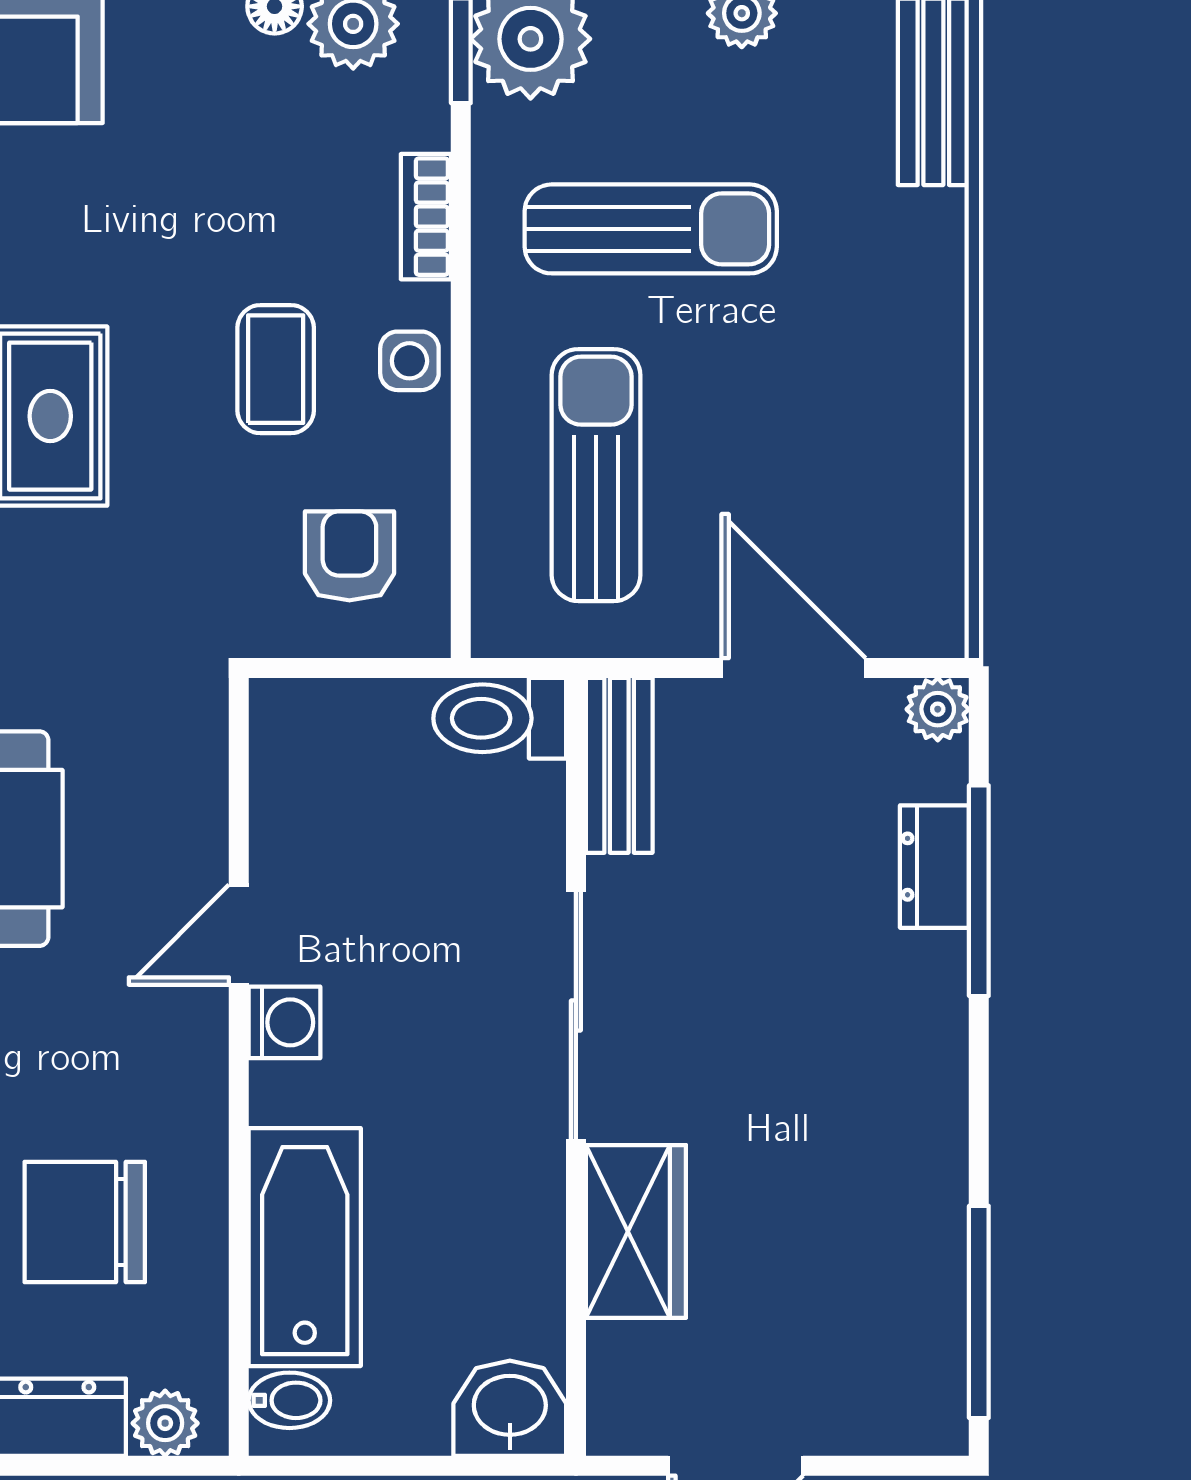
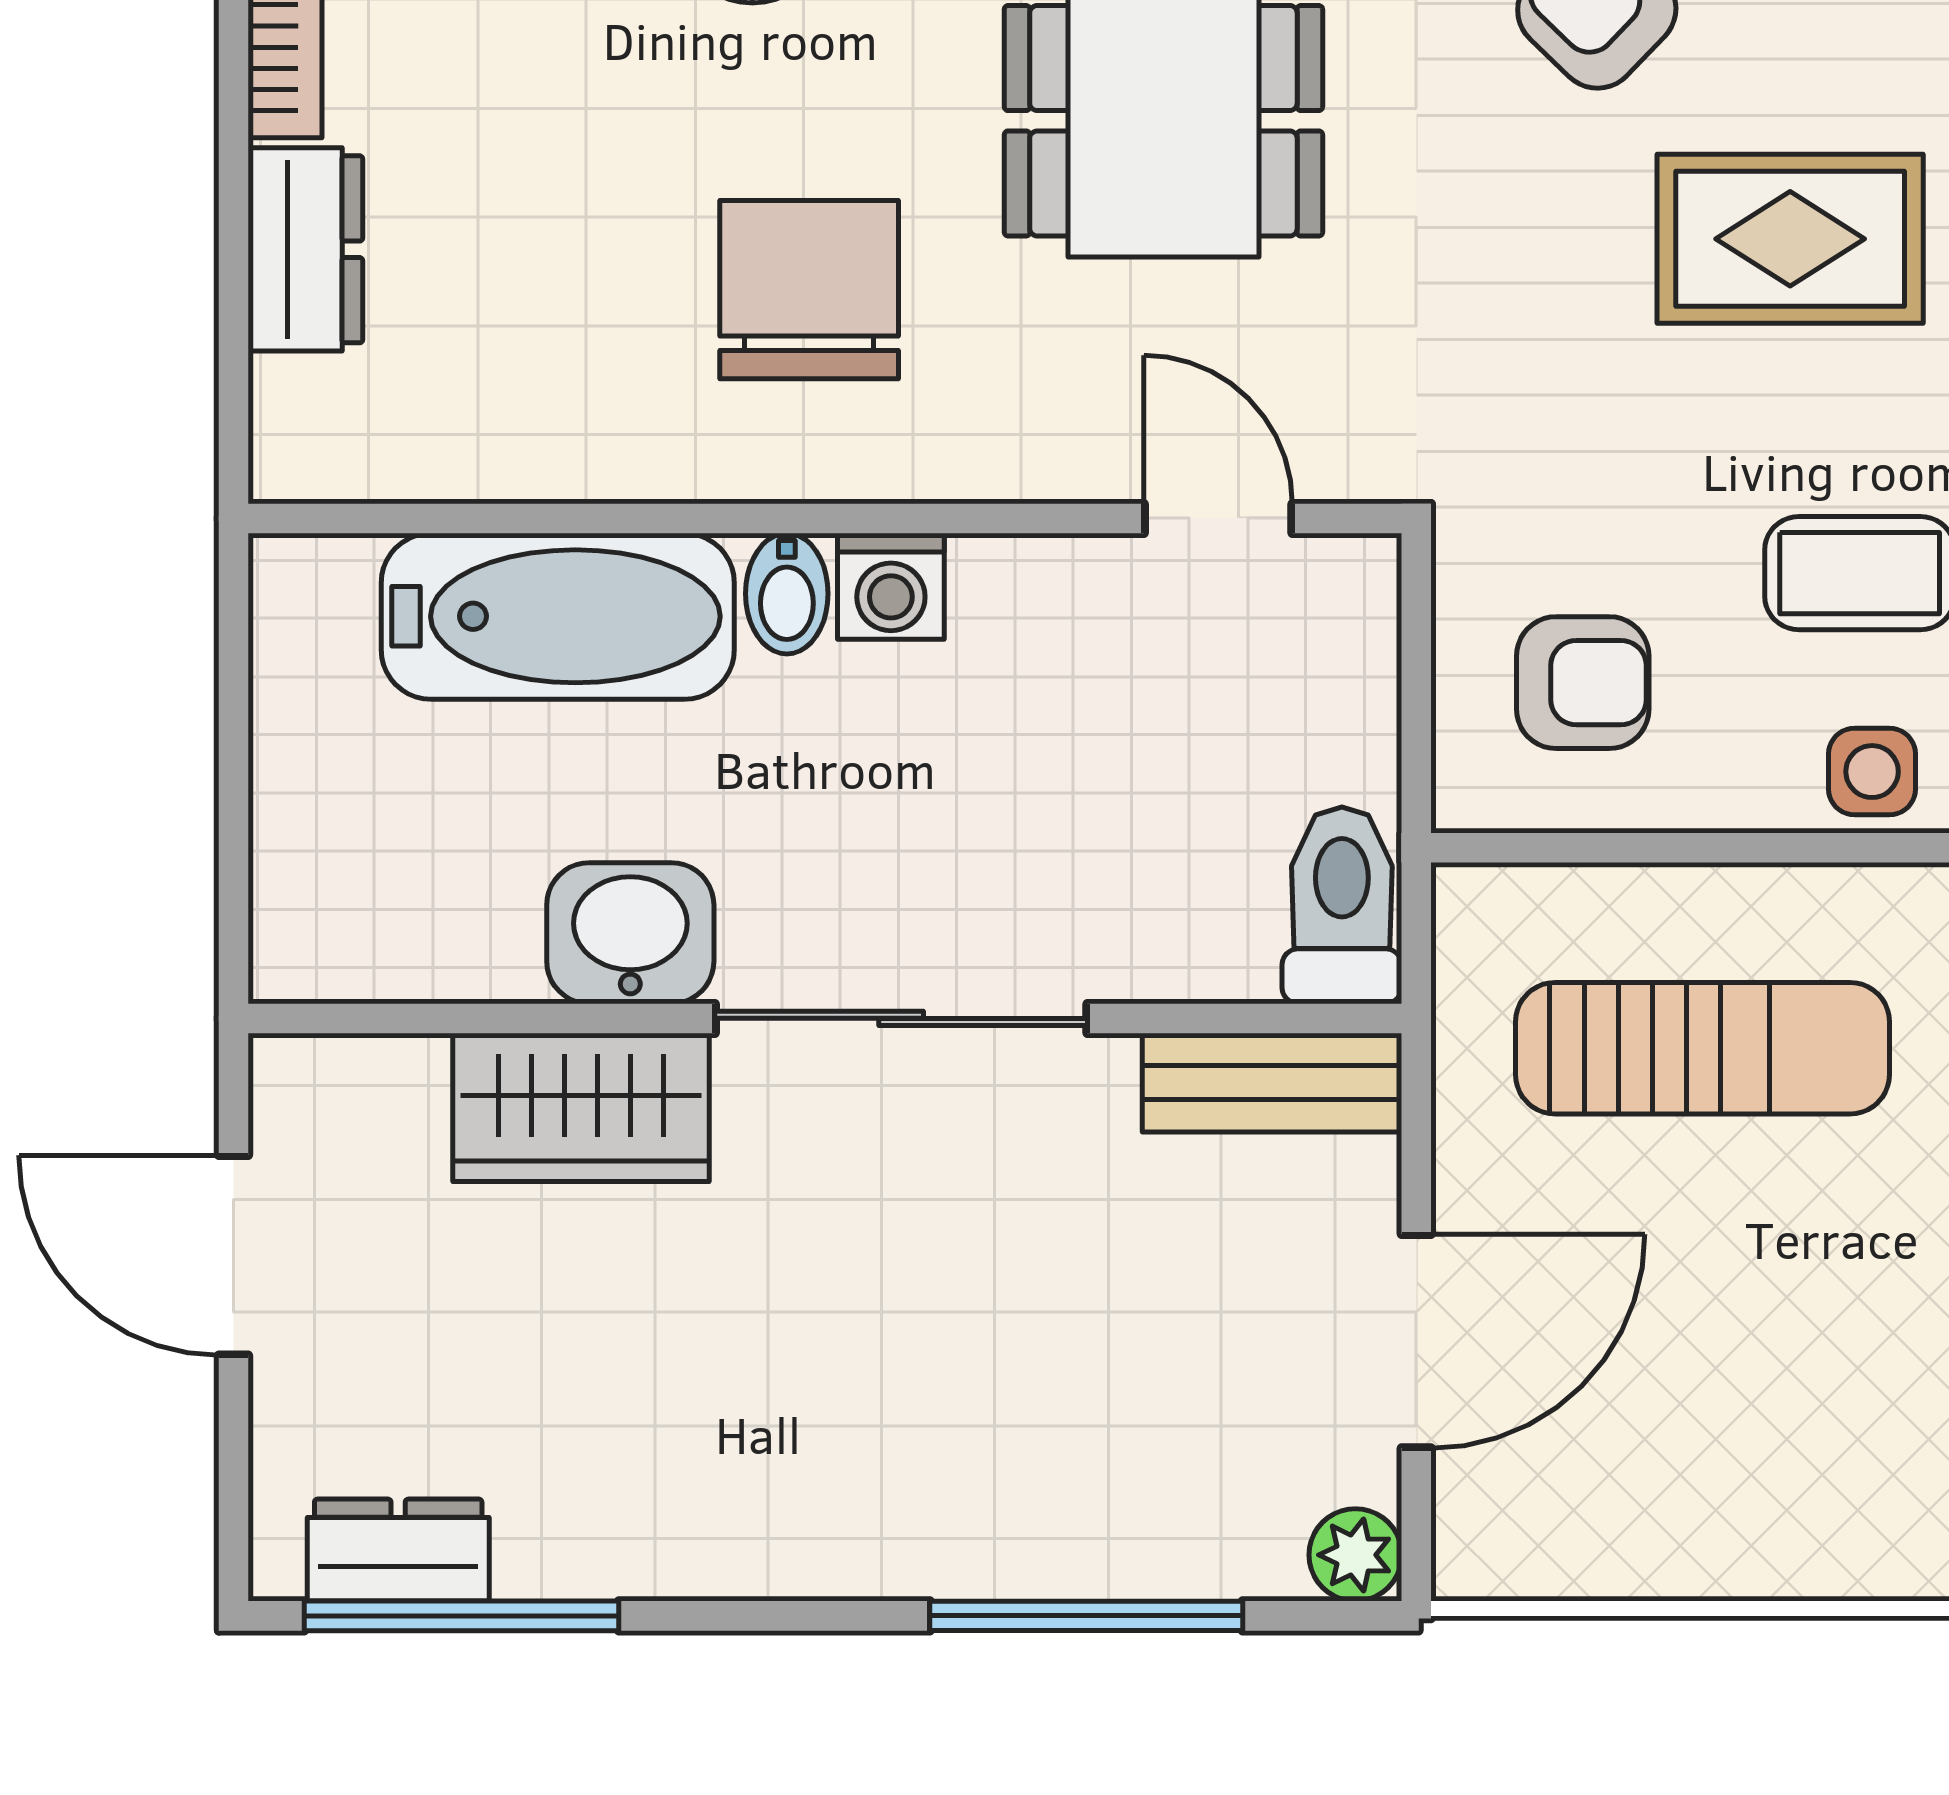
dresser: (934, 867) -> (398, 1550), moved
door: (239, 935) -> (1218, 518), moved
chair: (85, 1222) -> (809, 290), moved
bidet: (289, 1400) -> (787, 594), moved
washbasin: (510, 1408) -> (630, 933), moved, turned -90
plant: (165, 1423) -> (297, 409), removed

